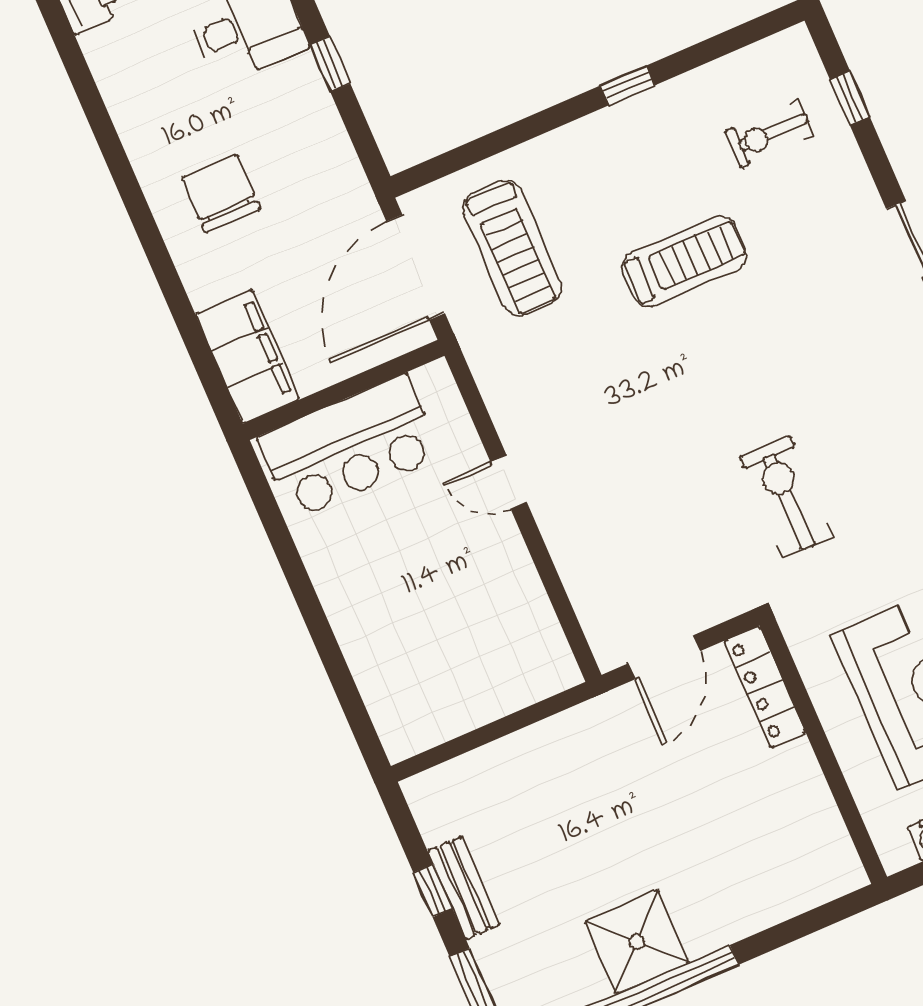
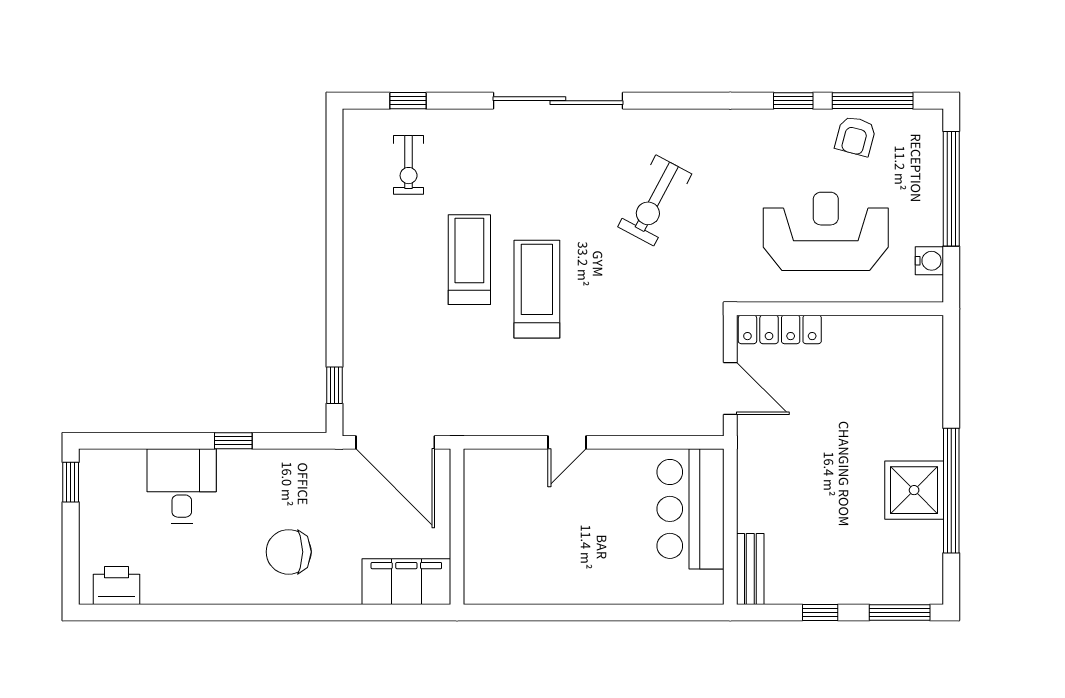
window: (628, 85) -> (334, 385), moved
treadmill: (512, 248) -> (537, 289), moved, turned -90
bar counter: (349, 447) -> (691, 509), moved, turned 180
exercise bike: (787, 497) -> (655, 200), moved, turned -62
bench: (464, 888) -> (750, 569), moved, turned 90

